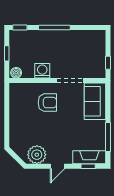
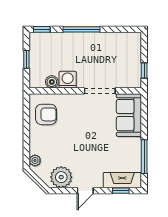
boiler: (16, 73) -> (52, 82), moved
armchair: (47, 103) -> (46, 114), moved
plant: (14, 140) -> (35, 160), added

